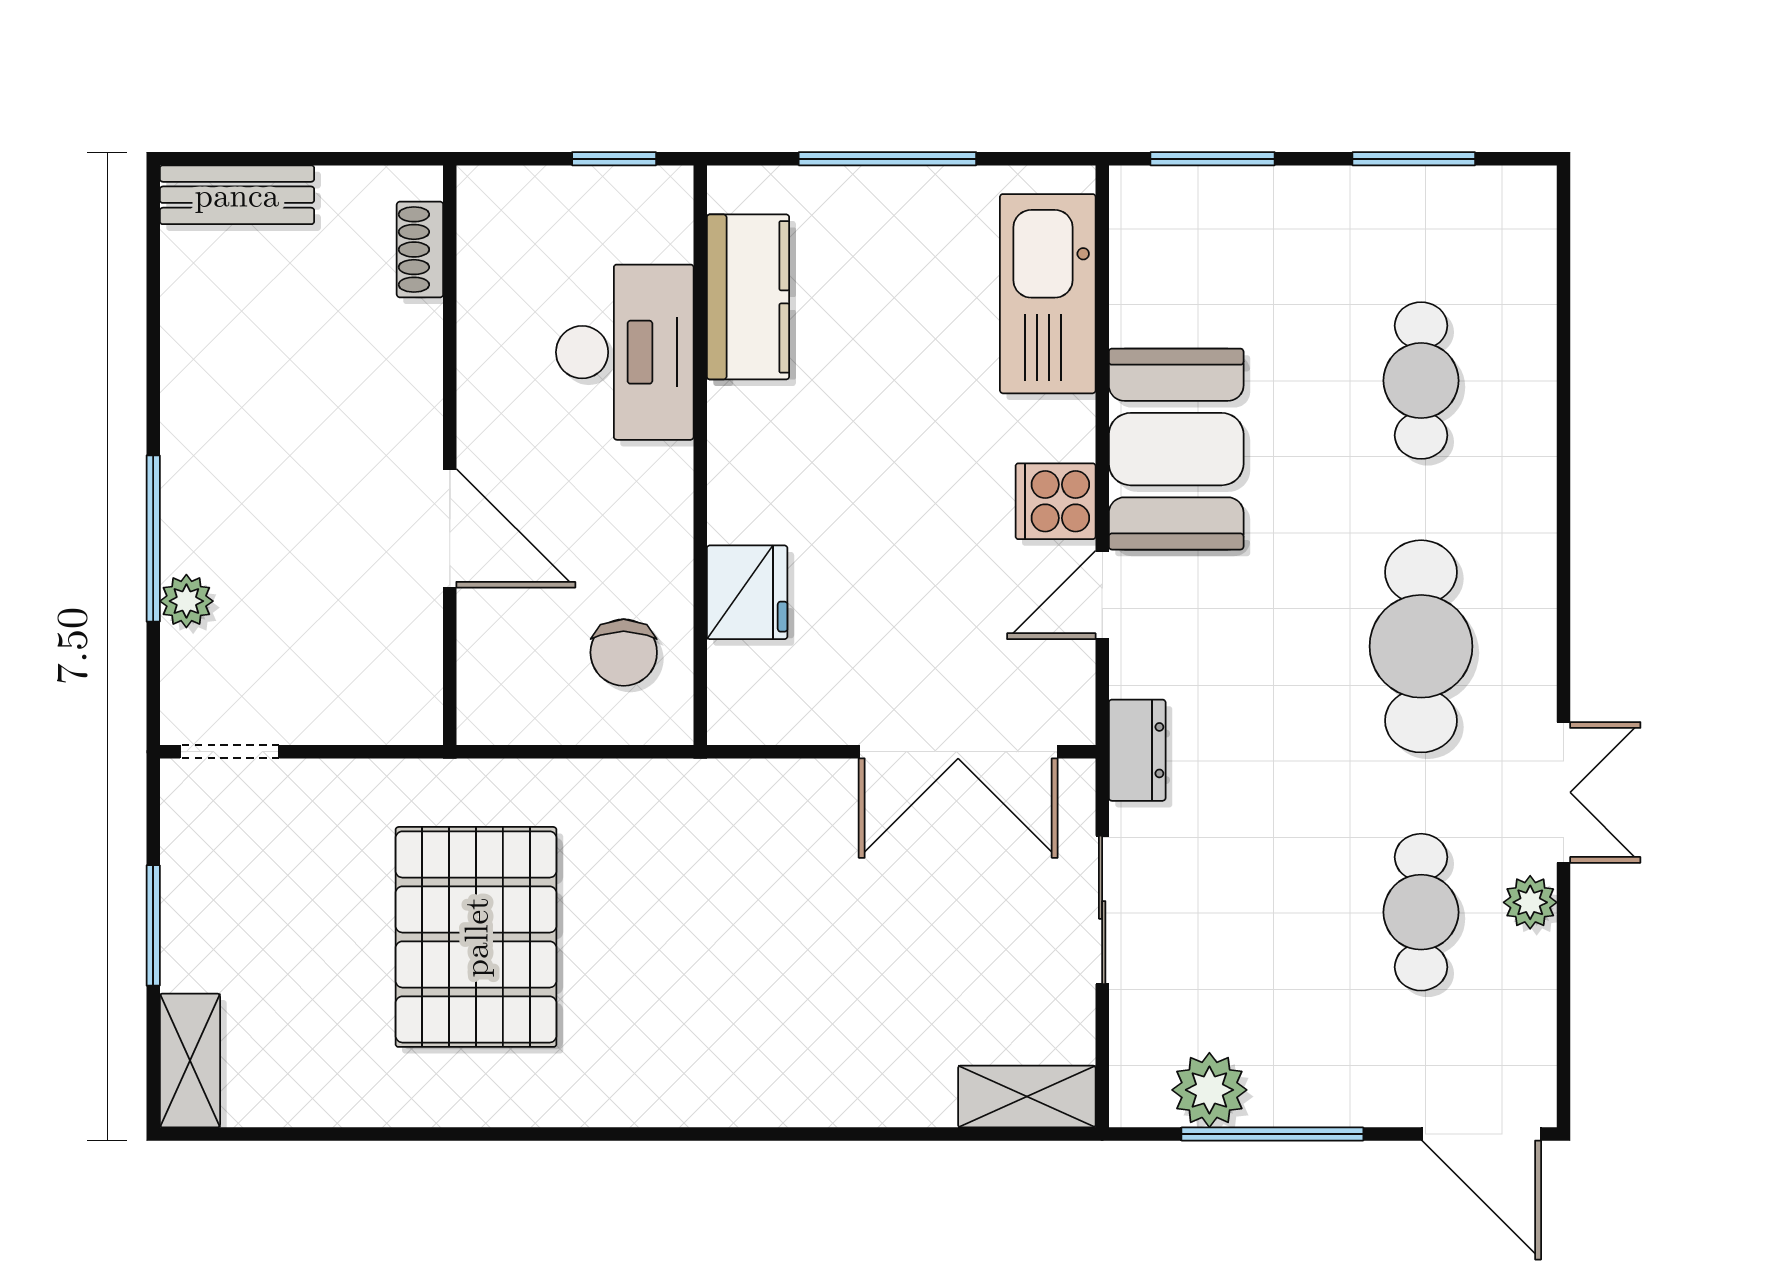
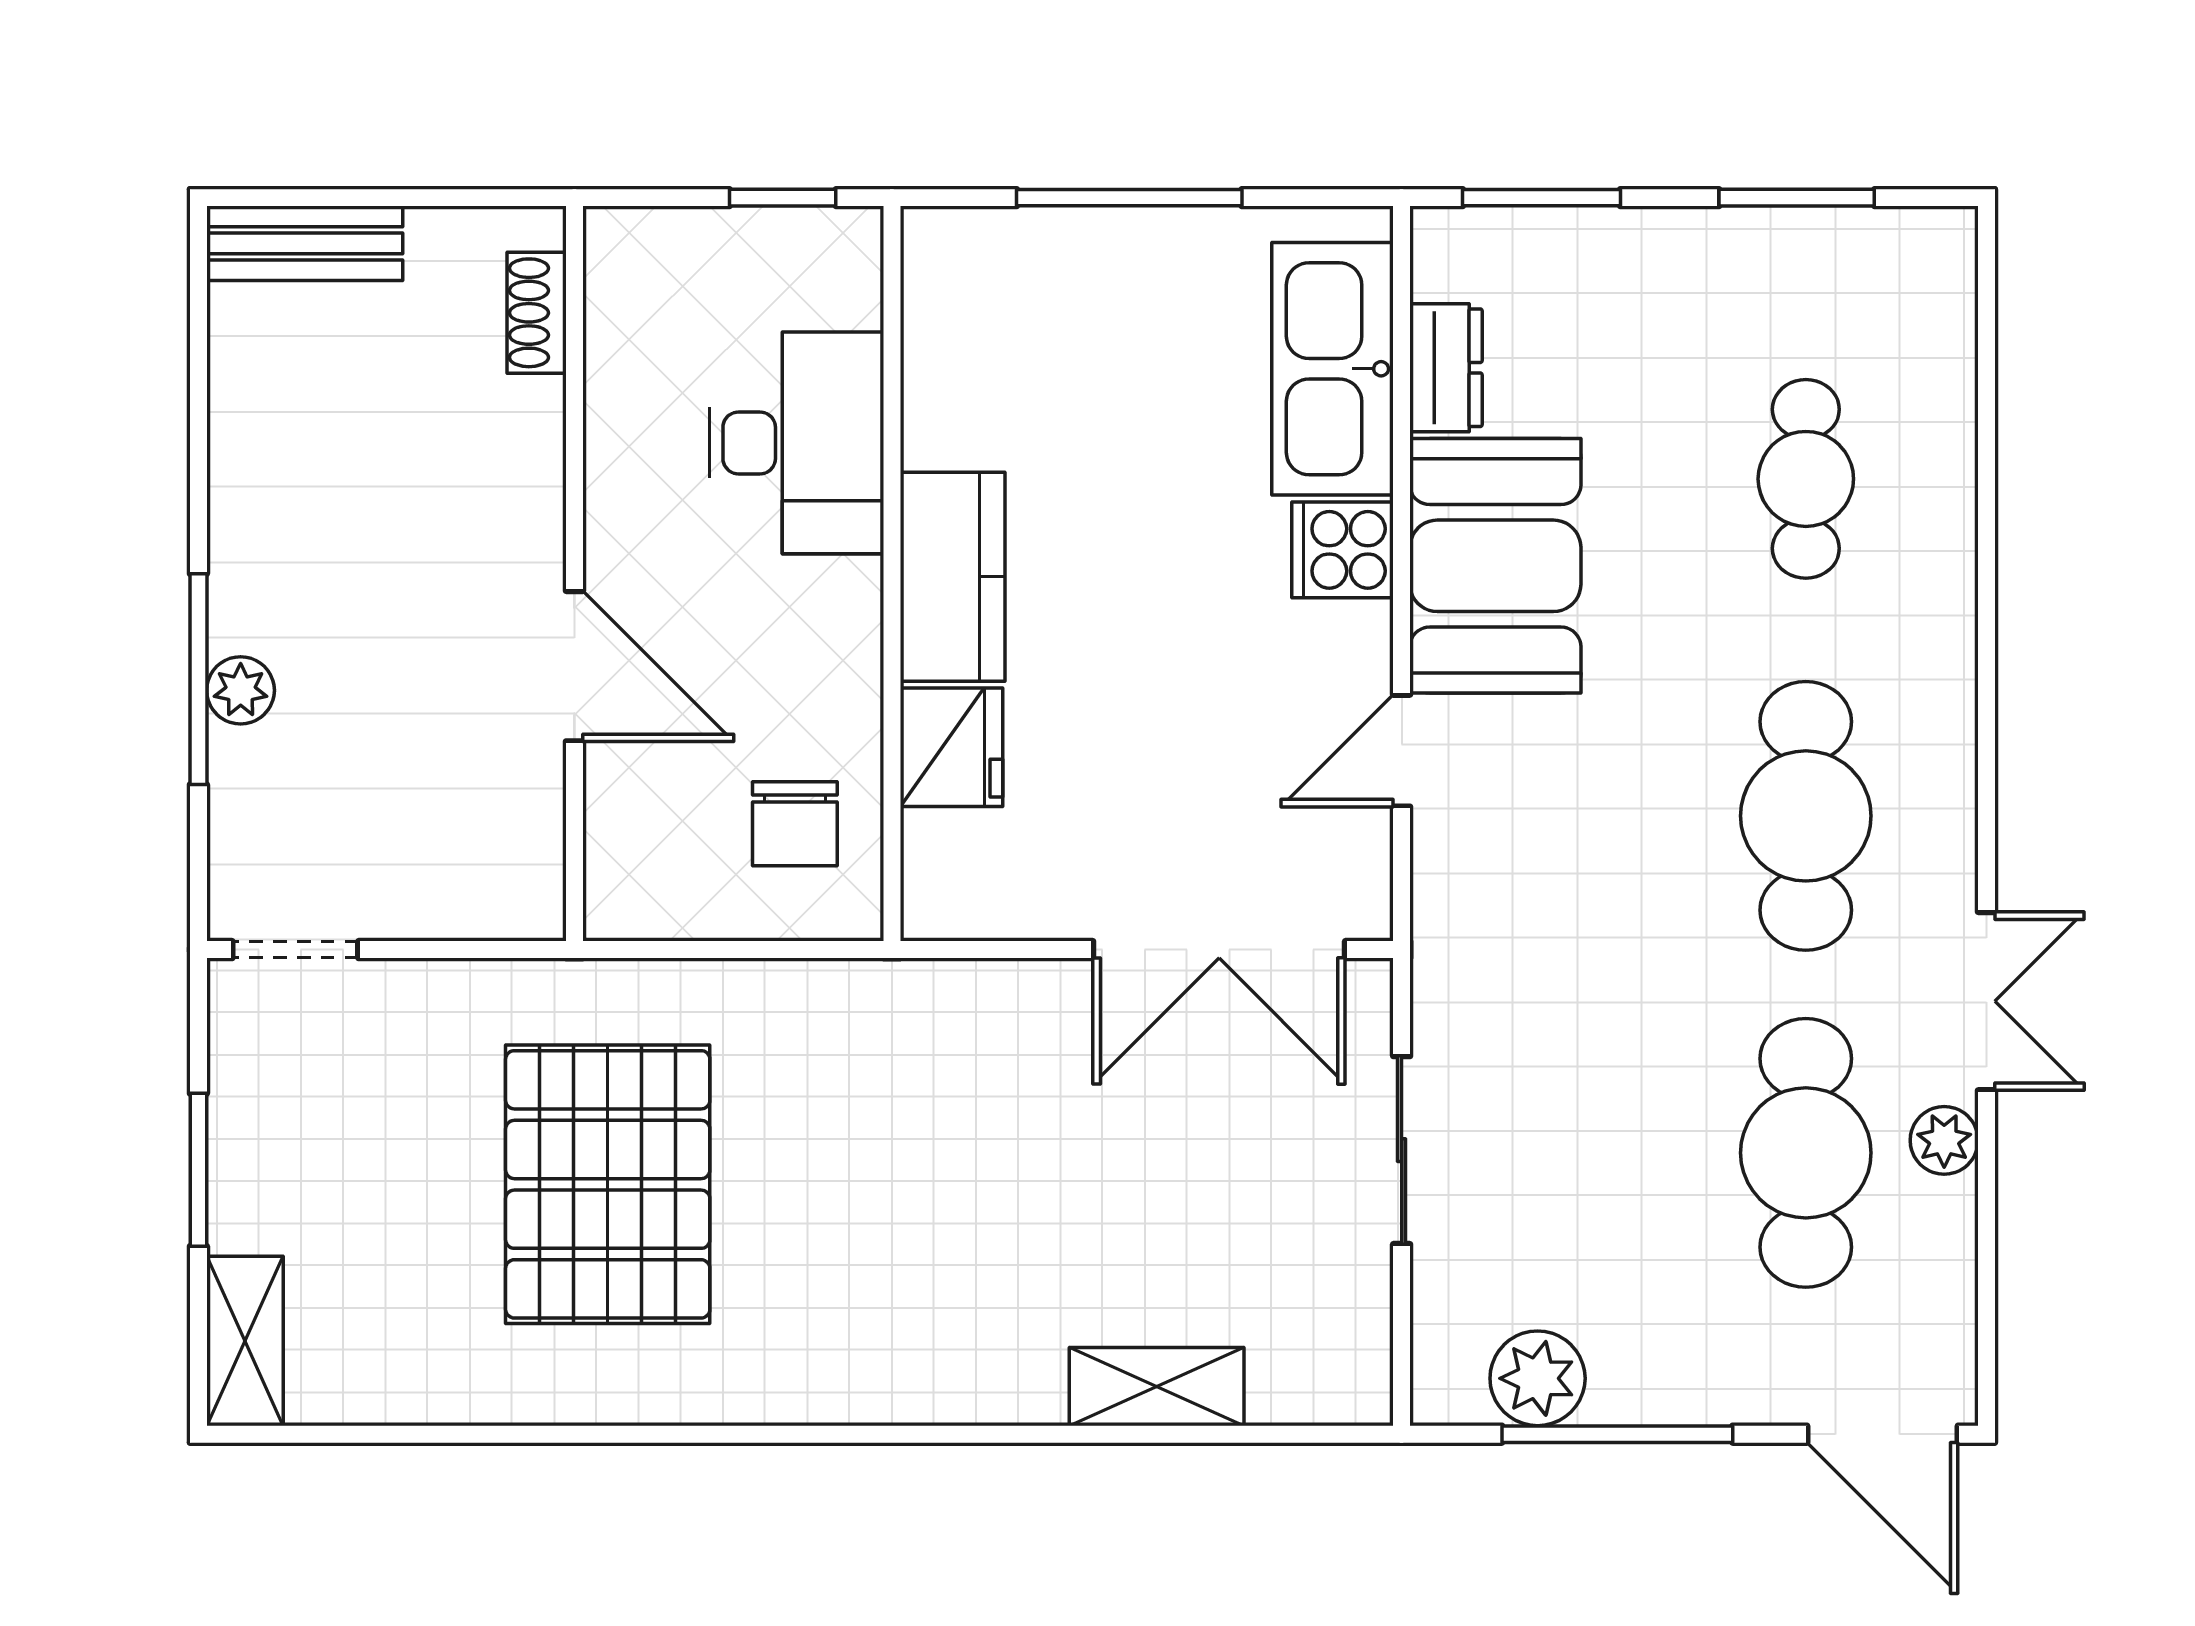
kitchen counter: (748, 297) -> (953, 577), moved
cooker: (1056, 501) -> (1342, 550), moved
plant: (186, 601) -> (241, 690), moved
dresser: (1137, 750) -> (1446, 368), moved
cafe table: (1421, 912) -> (1806, 1153), width x1.37, depth x1.35
shelving: (1027, 1096) -> (1157, 1387), moved

